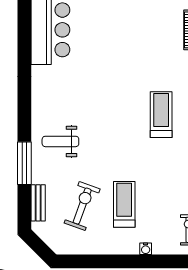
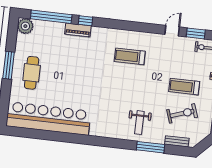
exercise bike: (82, 206) -> (182, 113), turned 141

